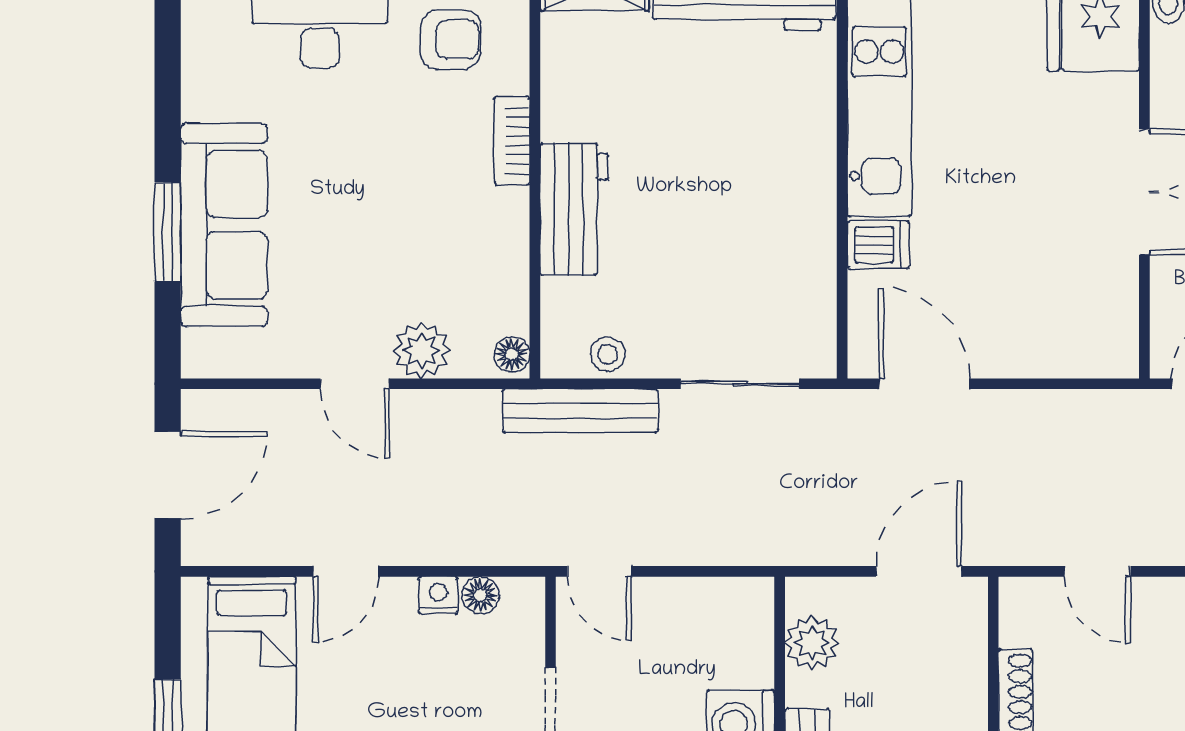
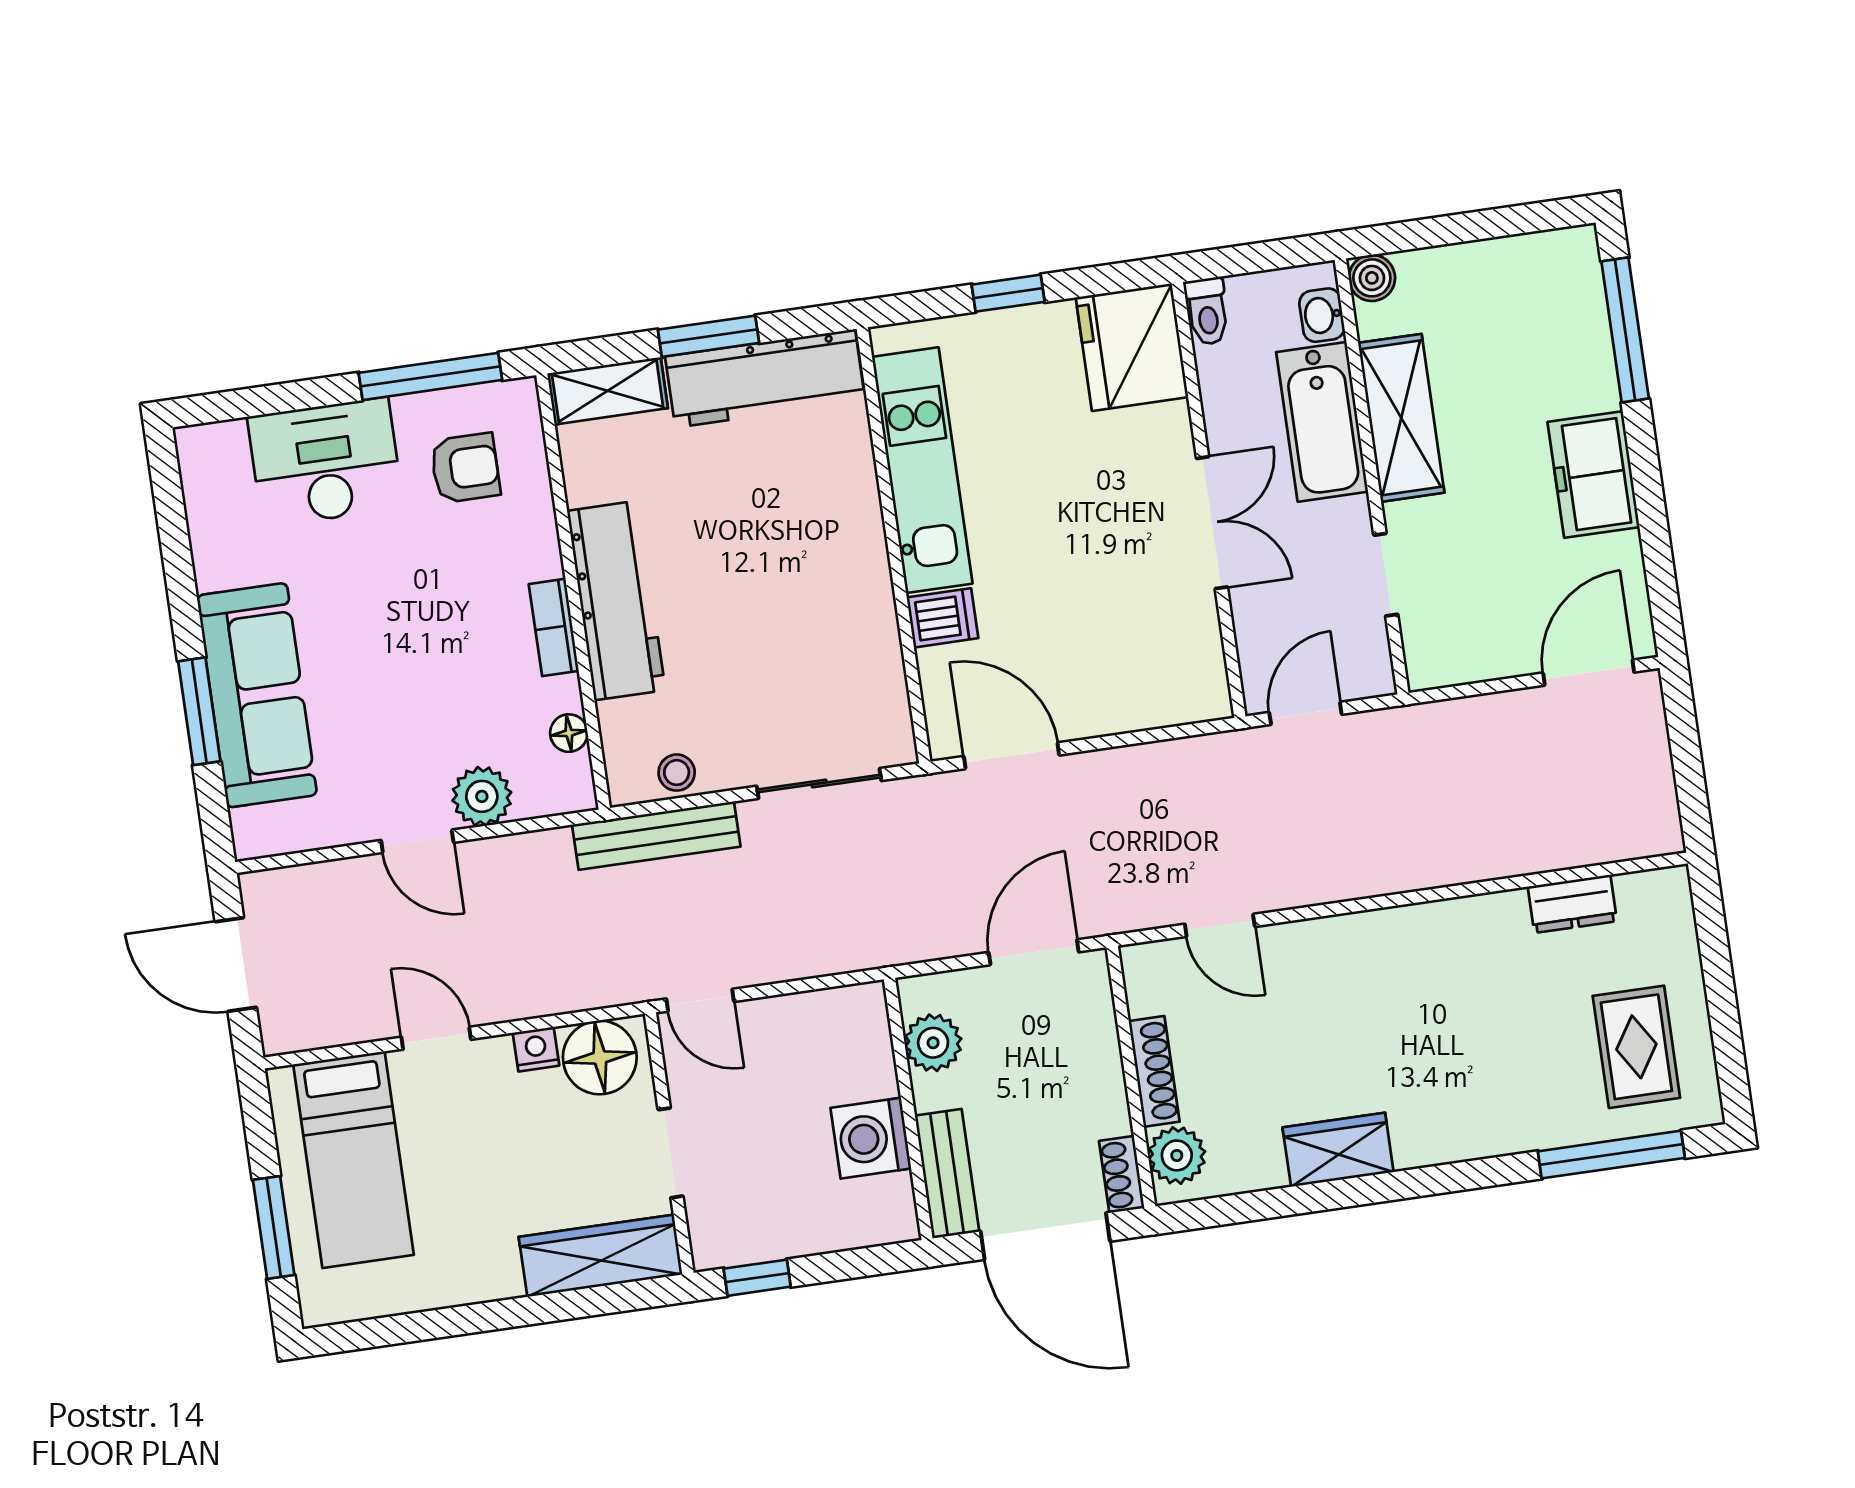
bookcase: (512, 141) -> (554, 627), moved
workbench: (574, 209) -> (616, 600), width x1.38
floor lamp: (512, 354) -> (569, 733), moved
door: (168, 475) -> (236, 964), swing flipped
door: (346, 571) -> (436, 1038), swing flipped
floor lamp: (481, 595) -> (600, 1057), width x1.89, depth x1.89

